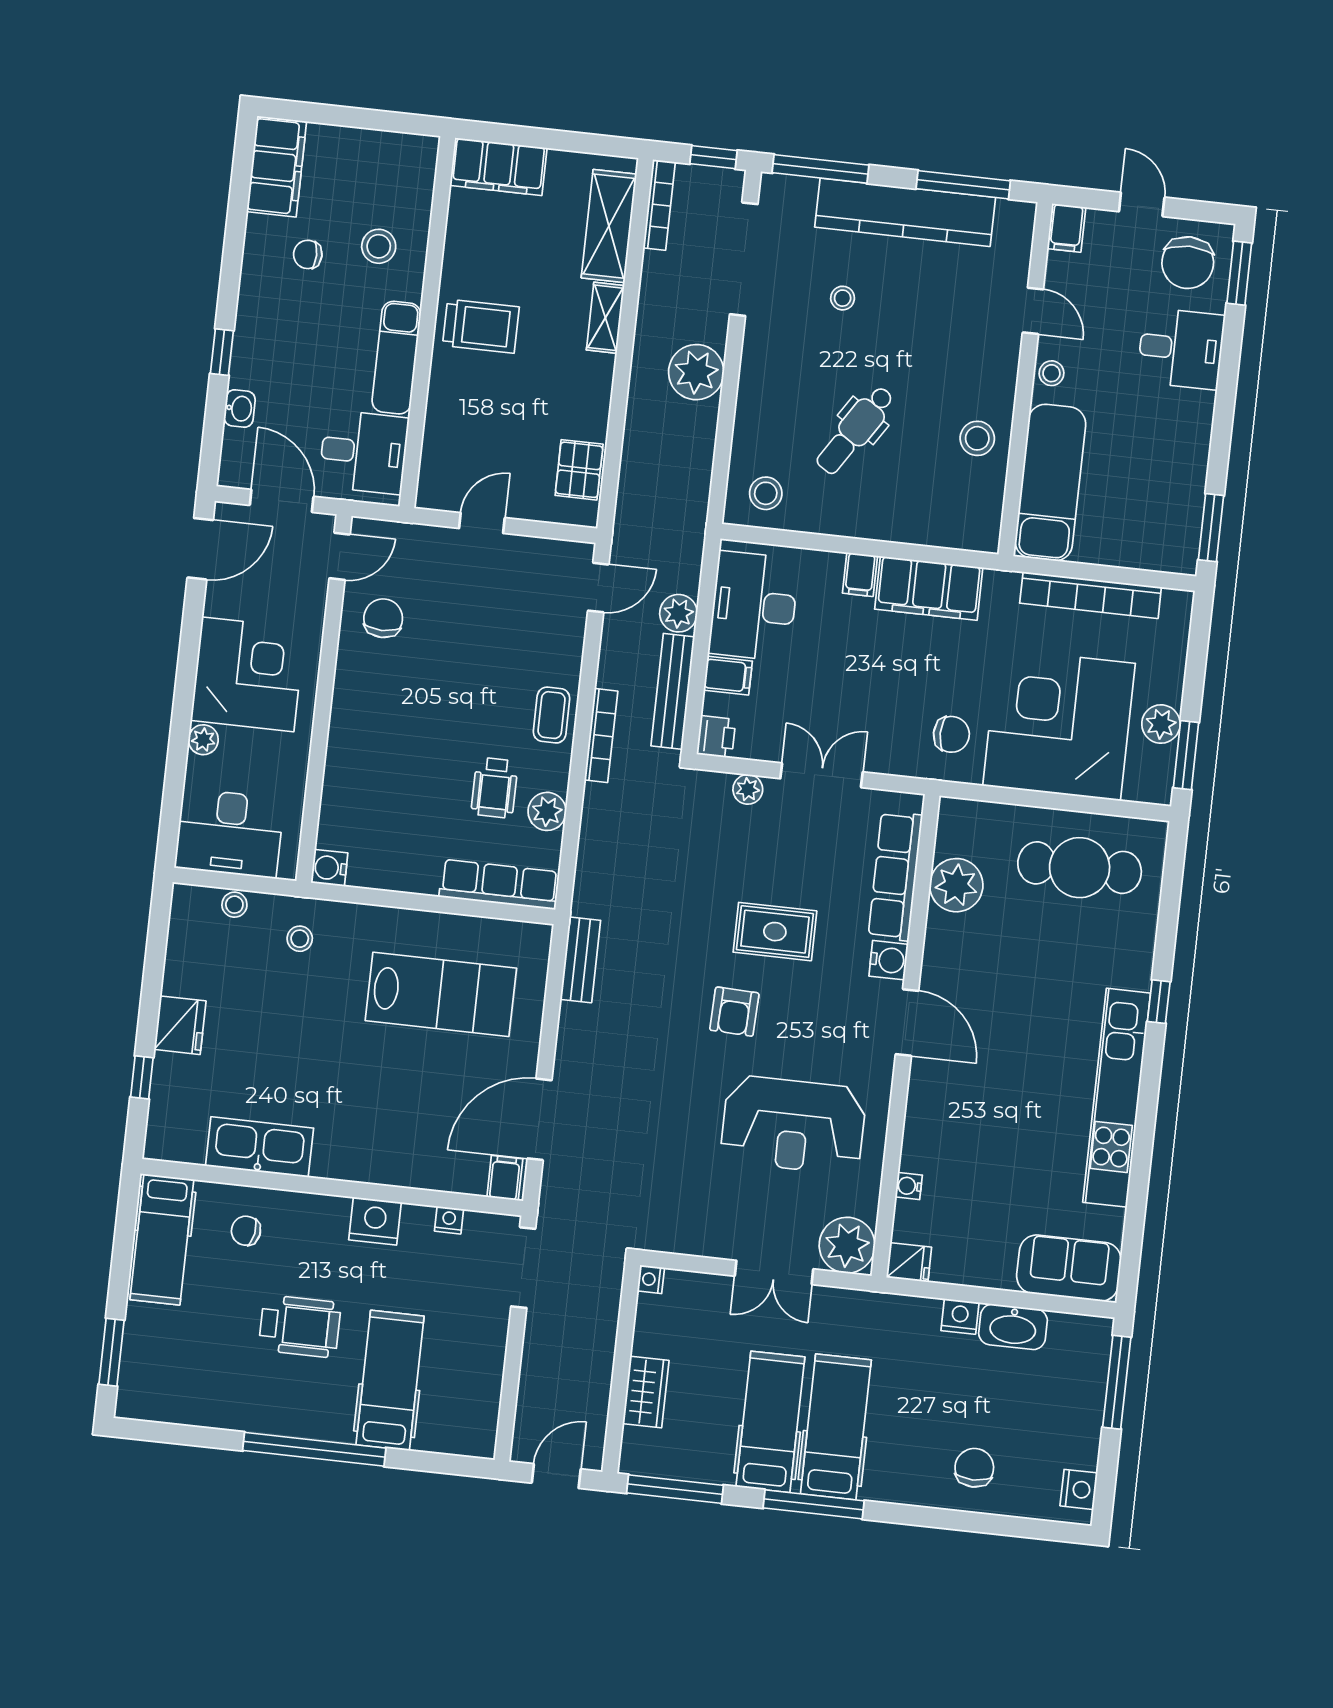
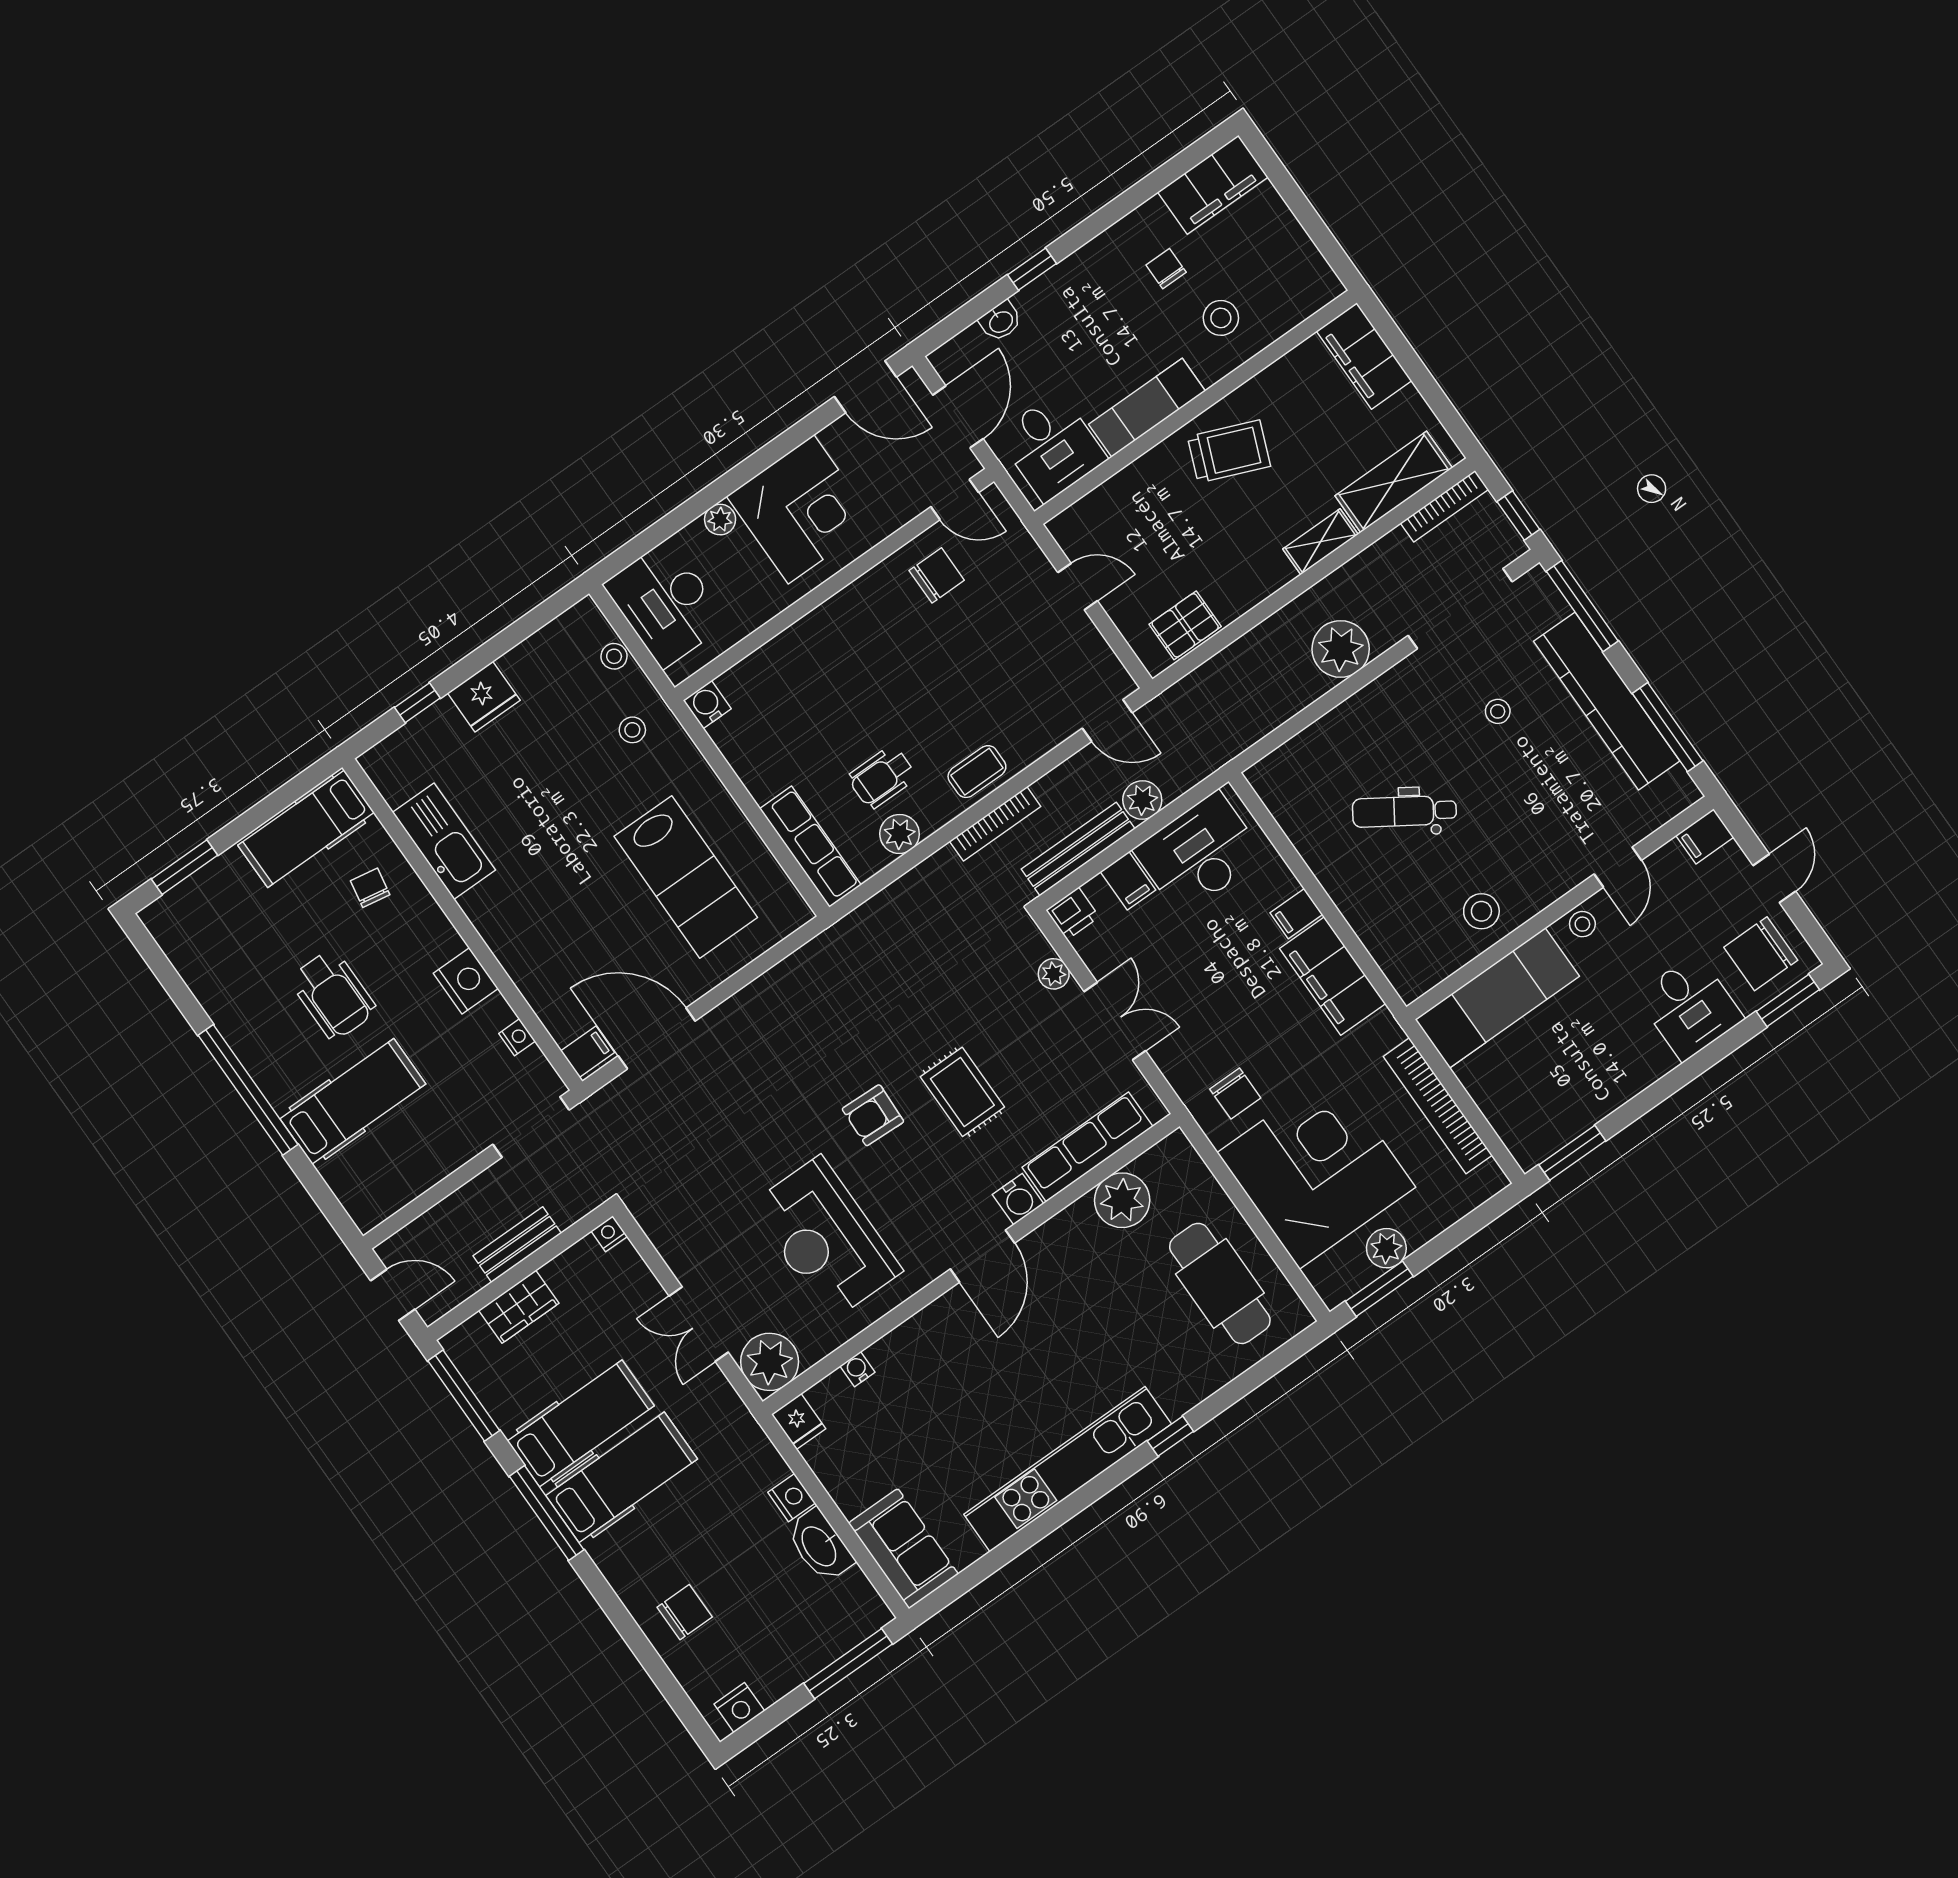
trolley: (481, 326) -> (1229, 451), turned -68
stool: (766, 493) -> (1295, 785), removed
bench: (580, 960) -> (517, 1245), moved

